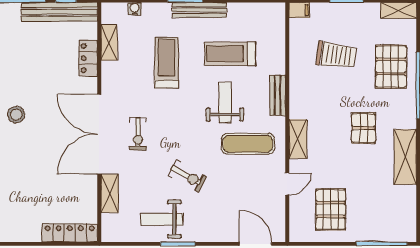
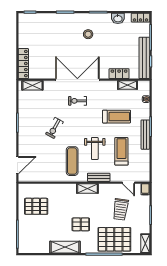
pallet: (391, 67) -> (114, 239), width x1.37, depth x1.41
weight bench: (225, 102) -> (95, 148), turned 90
shelving: (298, 139) -> (87, 188), moved
door: (287, 184) -> (129, 183), moved
shelving: (110, 193) -> (32, 85), moved
weight bench: (162, 219) -> (31, 114), removed

